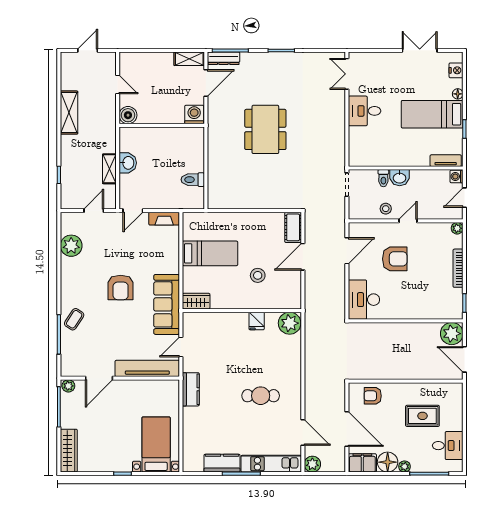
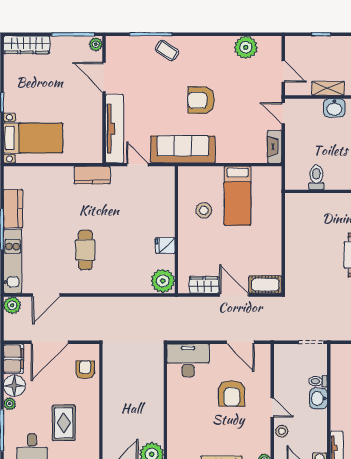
stool: (386, 209) -> (282, 431), moved
stool: (258, 275) -> (204, 210), moved
wardrobe: (196, 301) -> (204, 285), moved, turned -90

